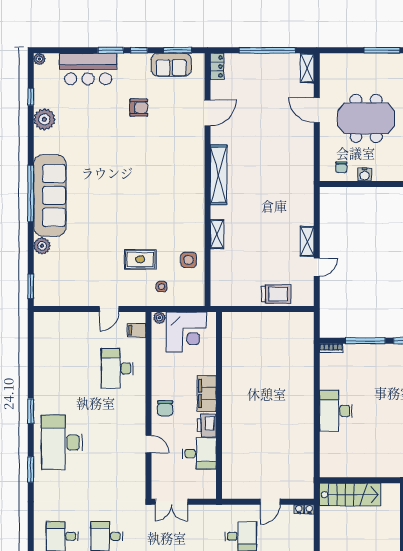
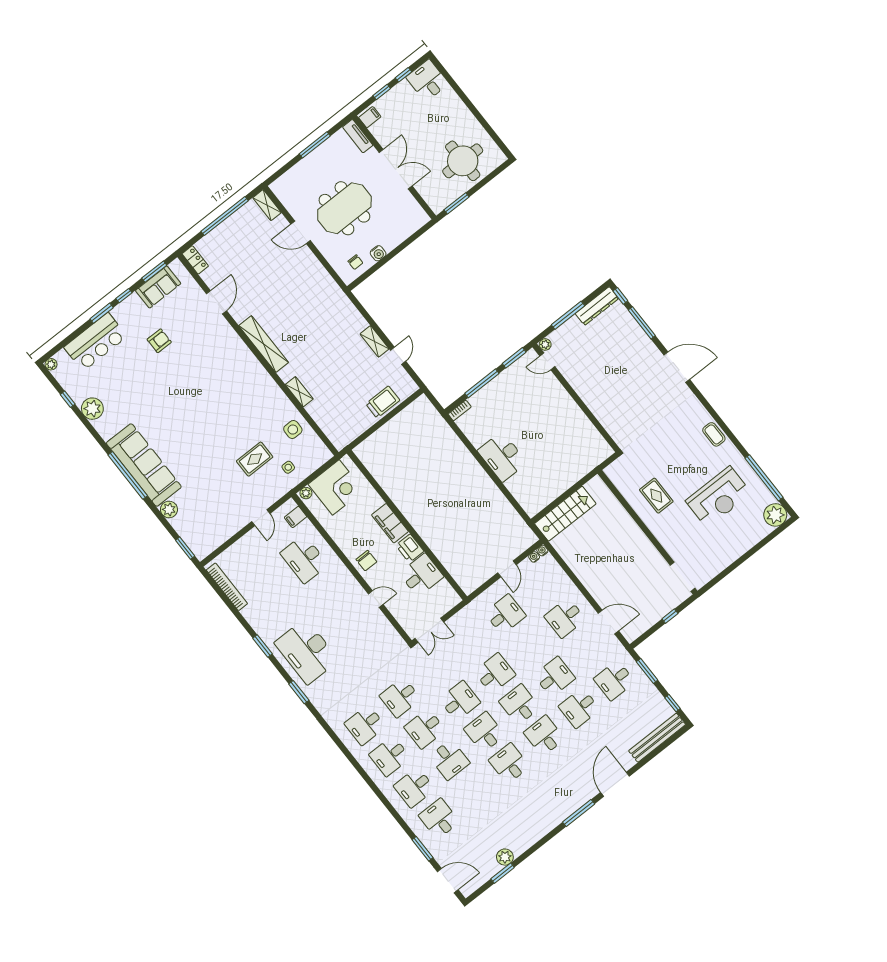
bookcase: (39, 342) -> (227, 587), added

